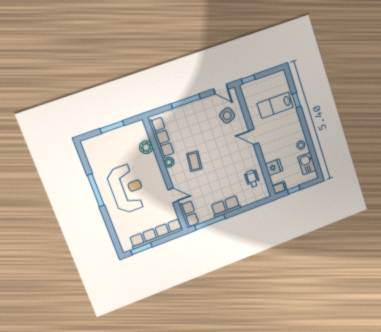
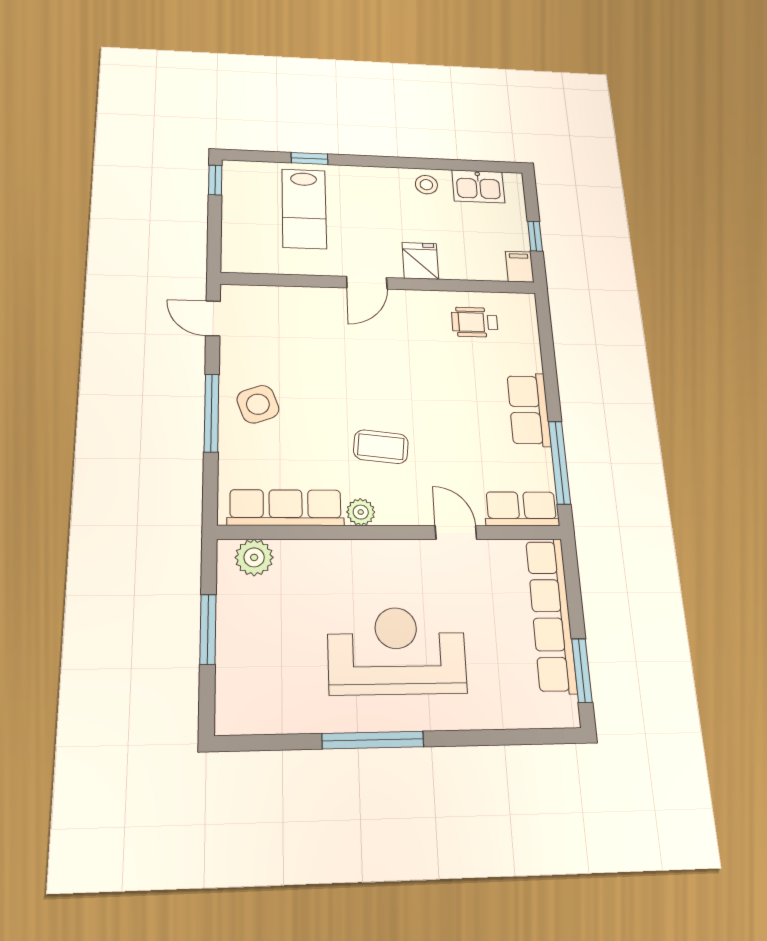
window: (248, 79) -> (215, 180), moved
door: (221, 89) -> (213, 318), swing flipped
side table: (227, 116) -> (258, 404), moved
plant: (146, 147) -> (254, 557), moved
fridge: (274, 167) -> (420, 261), moved
door: (173, 195) -> (456, 533), hinge flipped

